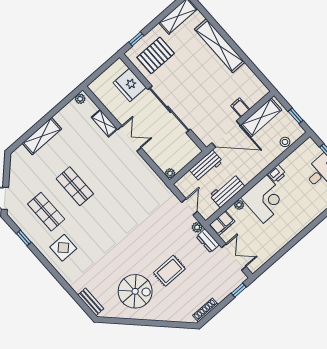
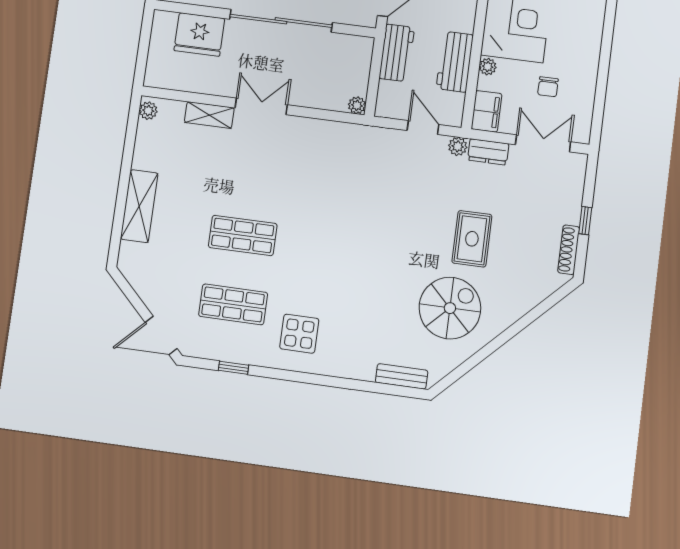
chair: (257, 235) -> (548, 87), added
window: (239, 290) -> (585, 221), moved

